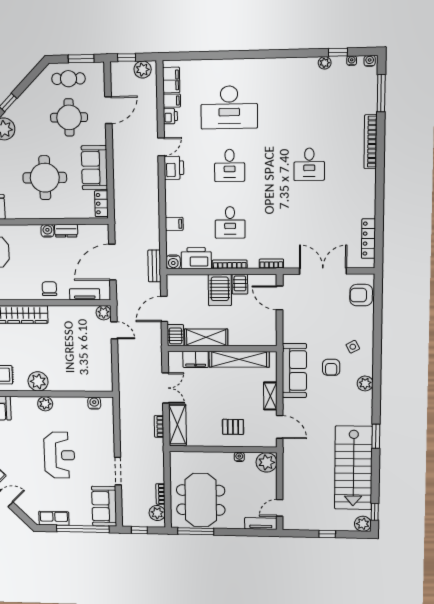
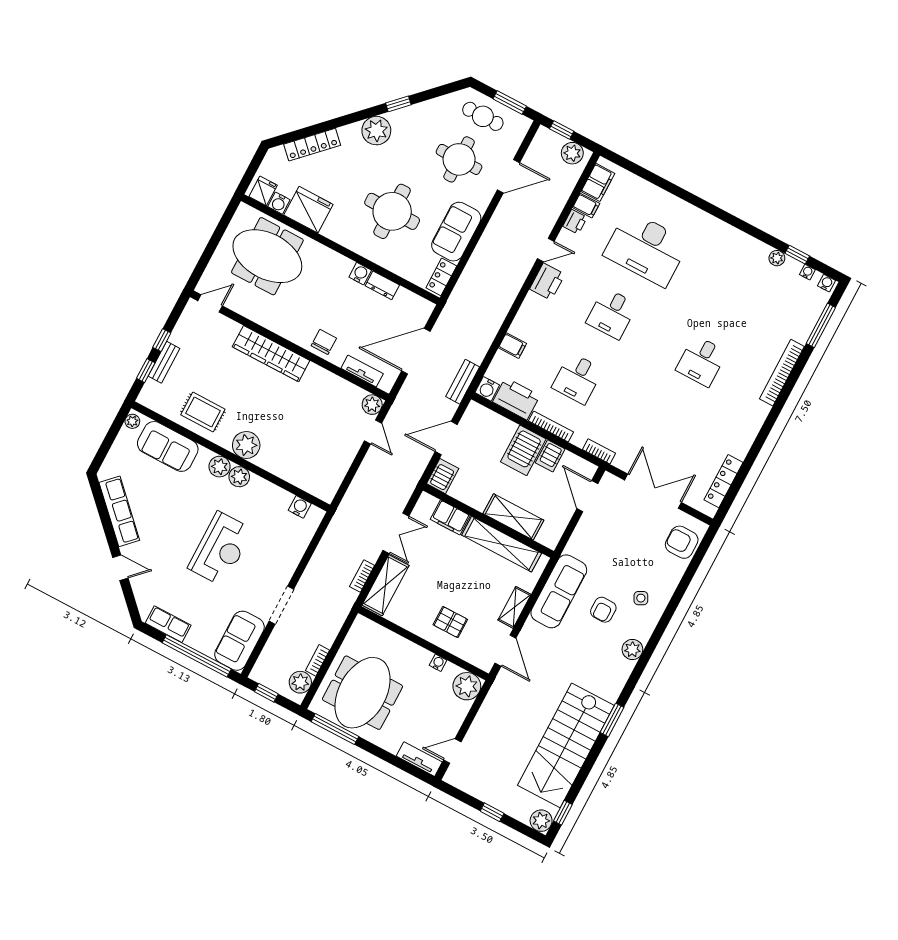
shelving: (206, 337) -> (513, 517), moved
plant: (29, 404) -> (220, 467), added

